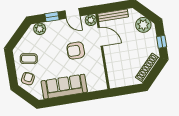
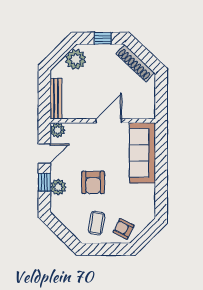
plant: (40, 29) -> (58, 187), moved
door: (100, 37) -> (109, 121), moved
armchair: (76, 51) -> (93, 182), moved
sofa: (64, 87) -> (142, 153), moved

